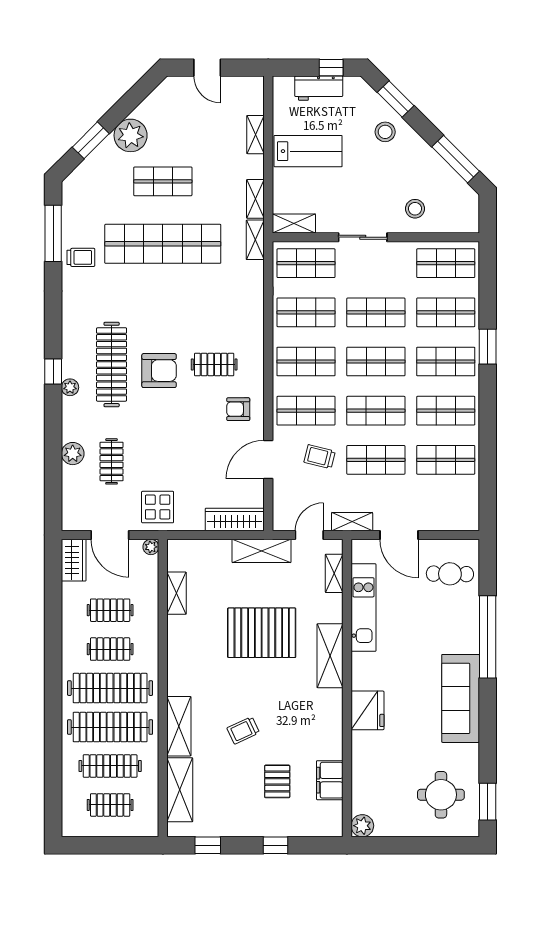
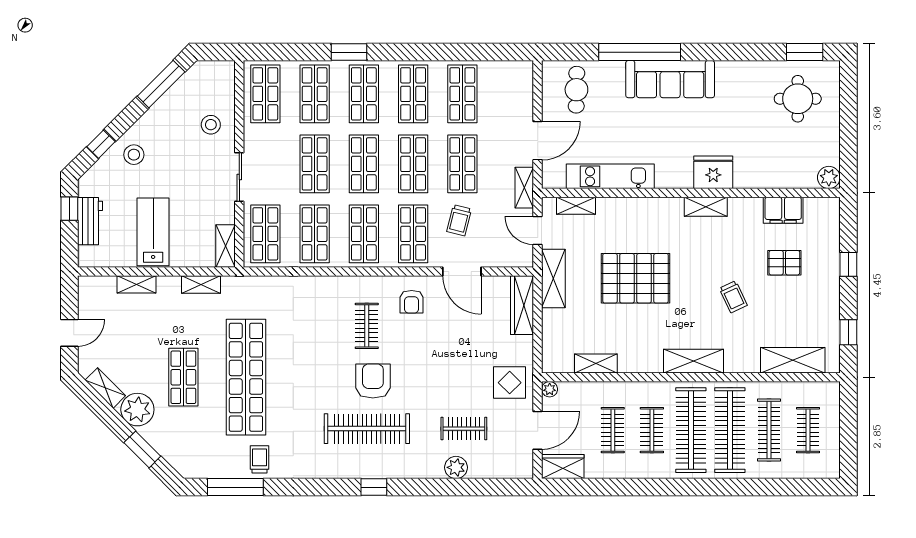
window: (396, 99) -> (101, 144), width x0.67
shelving: (255, 240) -> (105, 388), moved, turned 45
plant: (70, 387) -> (390, 470), removed
pallet: (262, 633) -> (635, 278), turned 90
shelving: (330, 656) -> (706, 207), moved, width x0.67, depth x0.75
sofa: (461, 698) -> (670, 79), moved
shelving: (179, 726) -> (694, 361), moved

